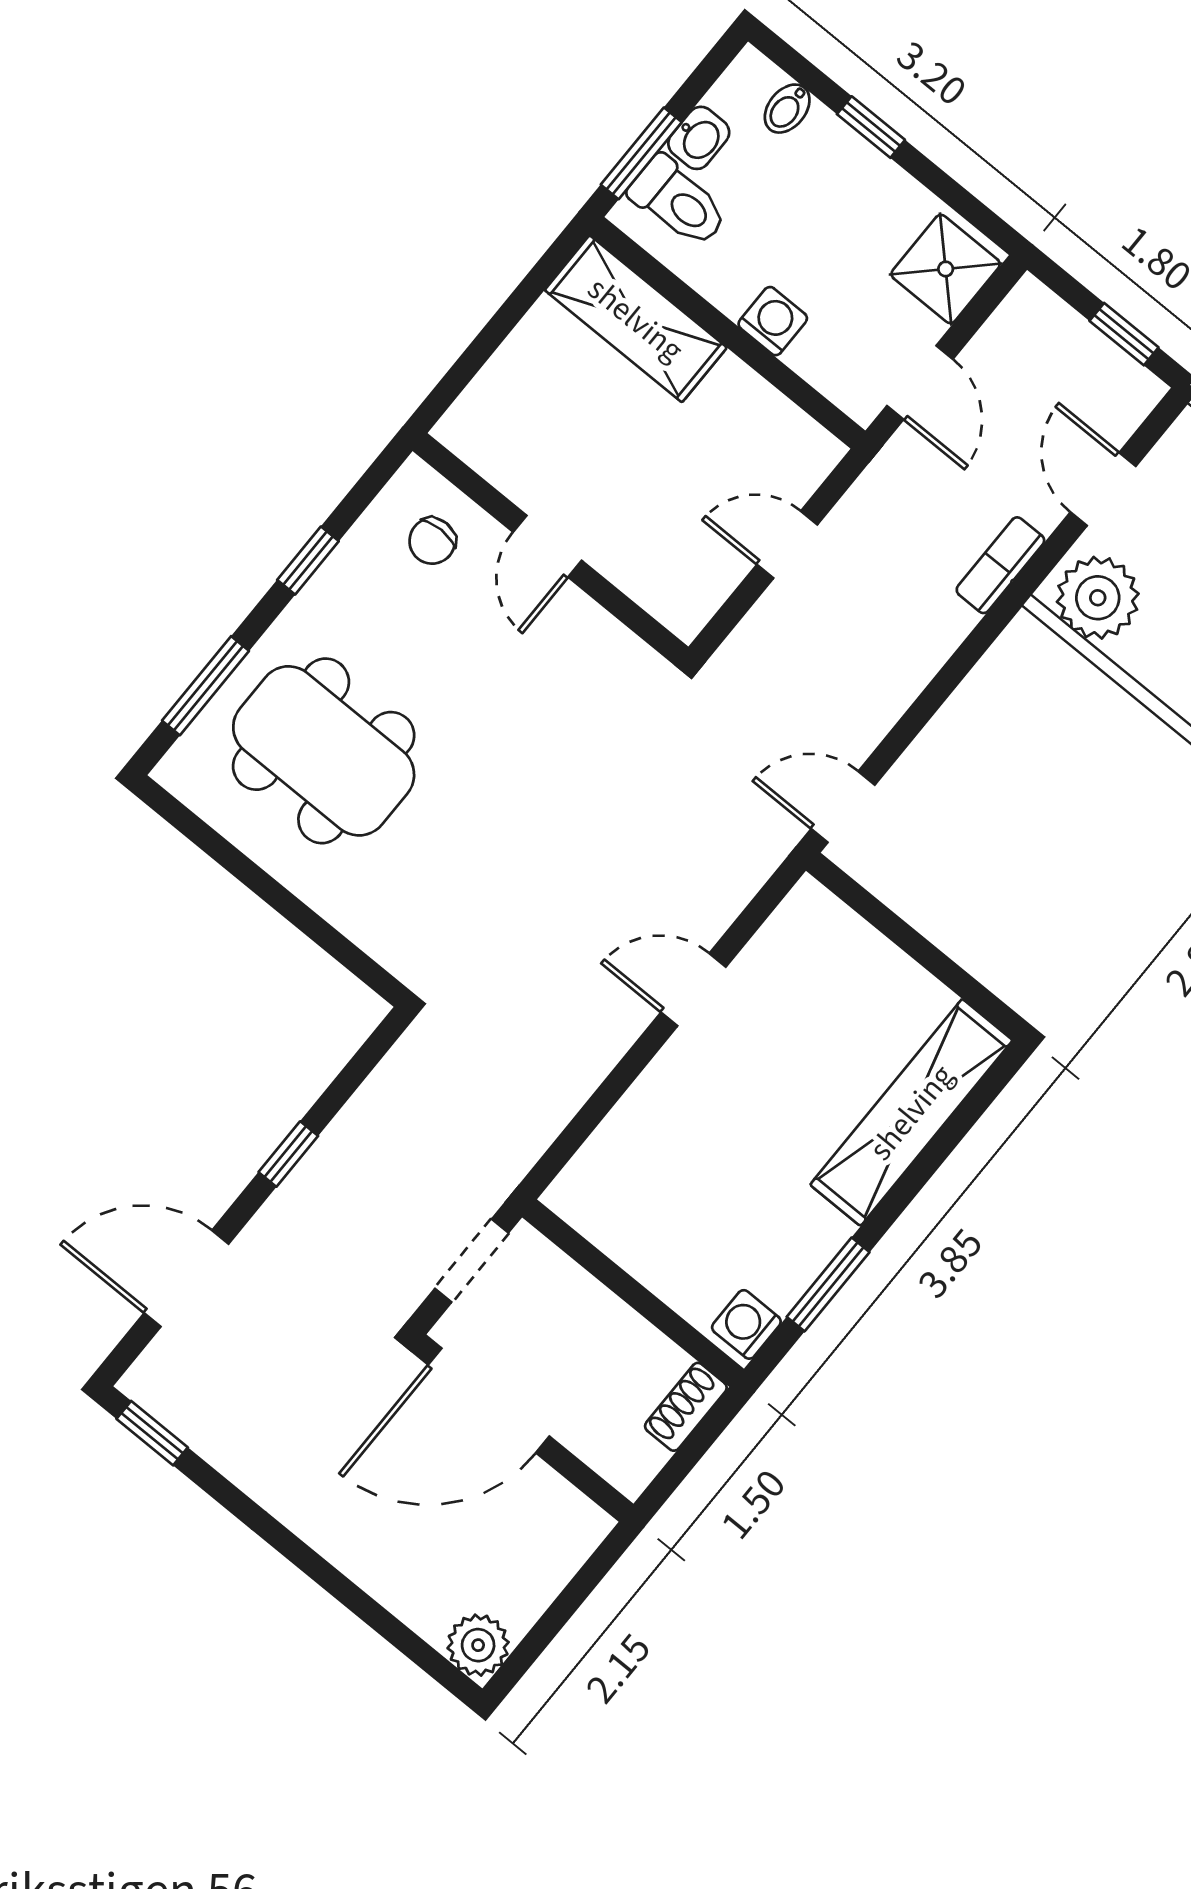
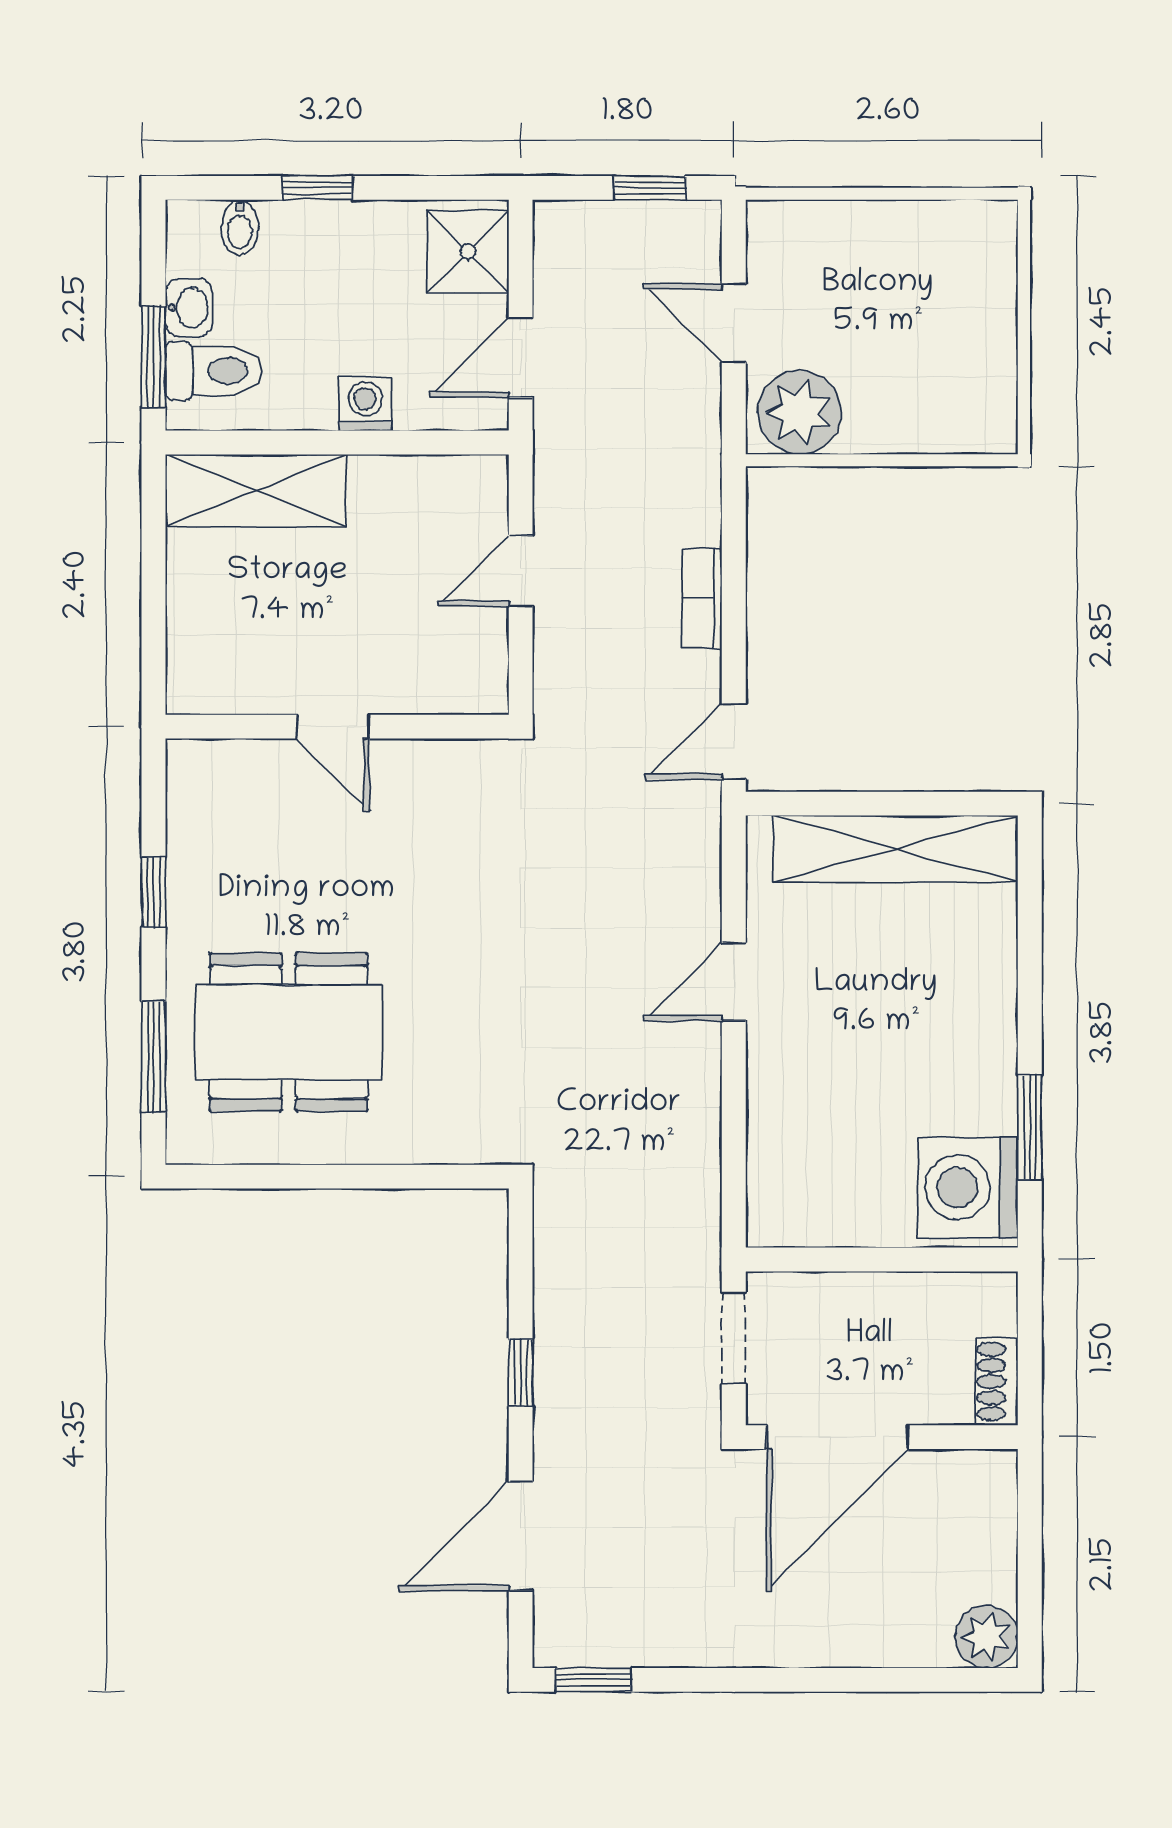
door: (920, 382) -> (521, 358), swing flipped
chair: (432, 541) -> (239, 797), removed
bookcase: (1000, 565) -> (702, 598), moved
shelving: (911, 1112) -> (896, 849), moved, turned 90
washing machine: (746, 1324) -> (968, 1187), width x1.89, depth x1.89
shoe rack: (686, 1407) -> (997, 1382), moved

